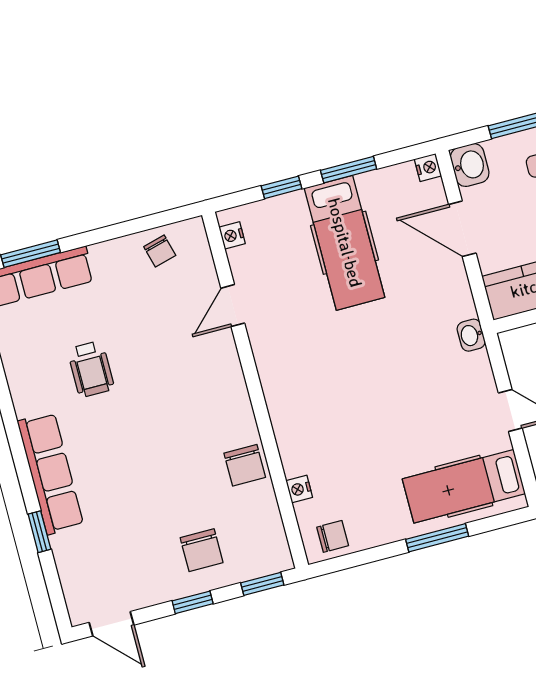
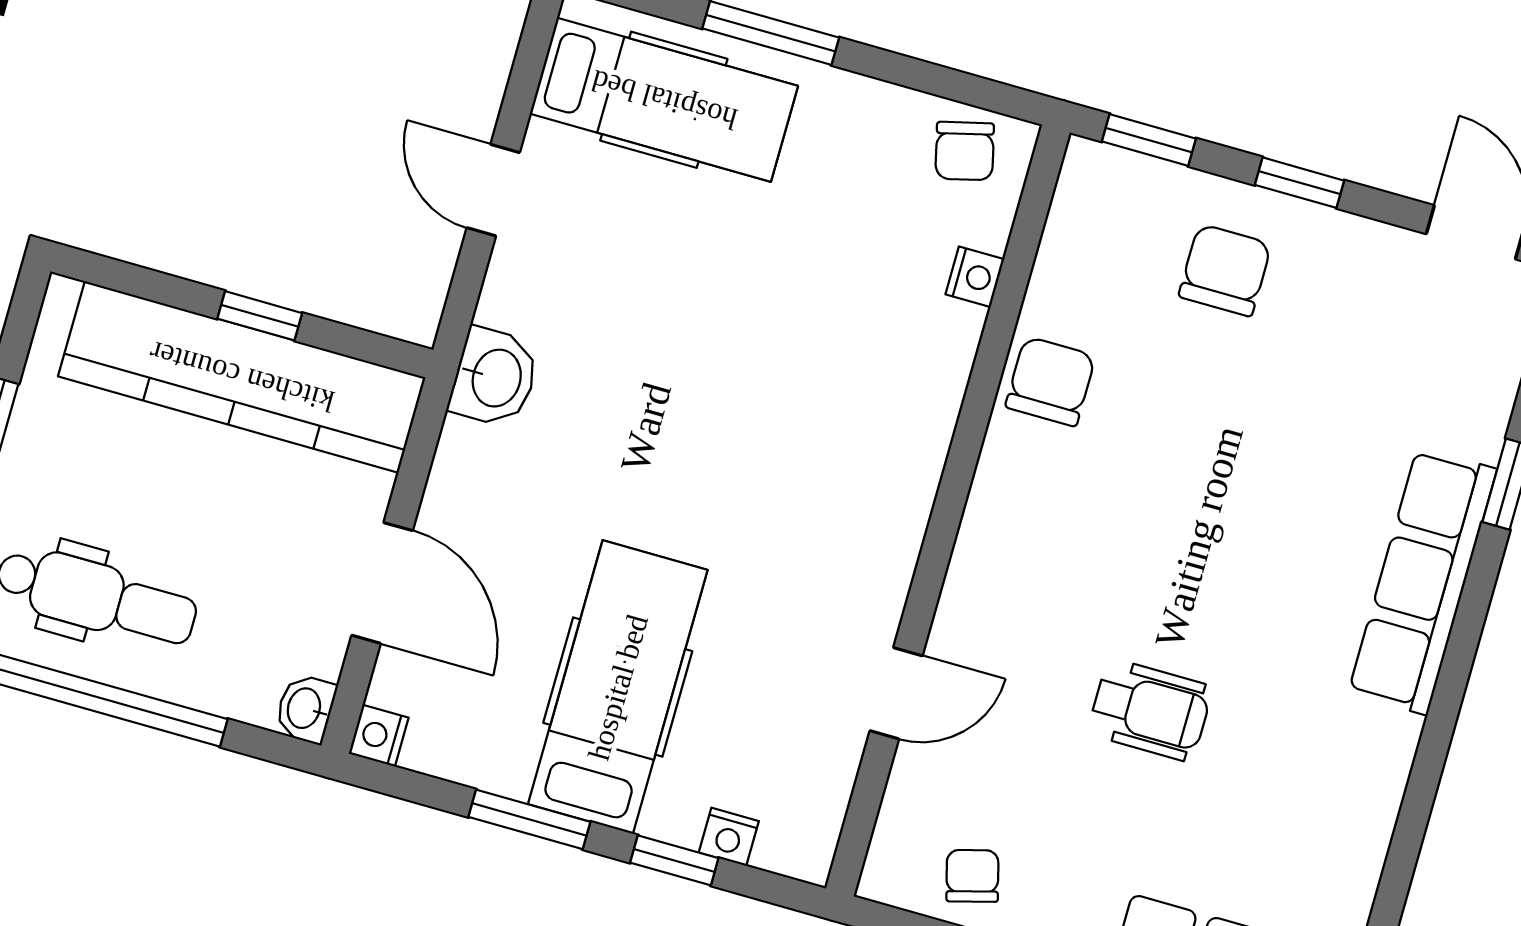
washbasin: (470, 165) -> (305, 709), width x0.72, depth x0.69
nightstand: (232, 235) -> (729, 837), moved, turned 90
washbasin: (471, 335) -> (495, 377), width x1.38, depth x1.45
wheelchair: (91, 369) -> (1150, 710), moved, turned 90
chair: (333, 536) -> (965, 151), turned -104

